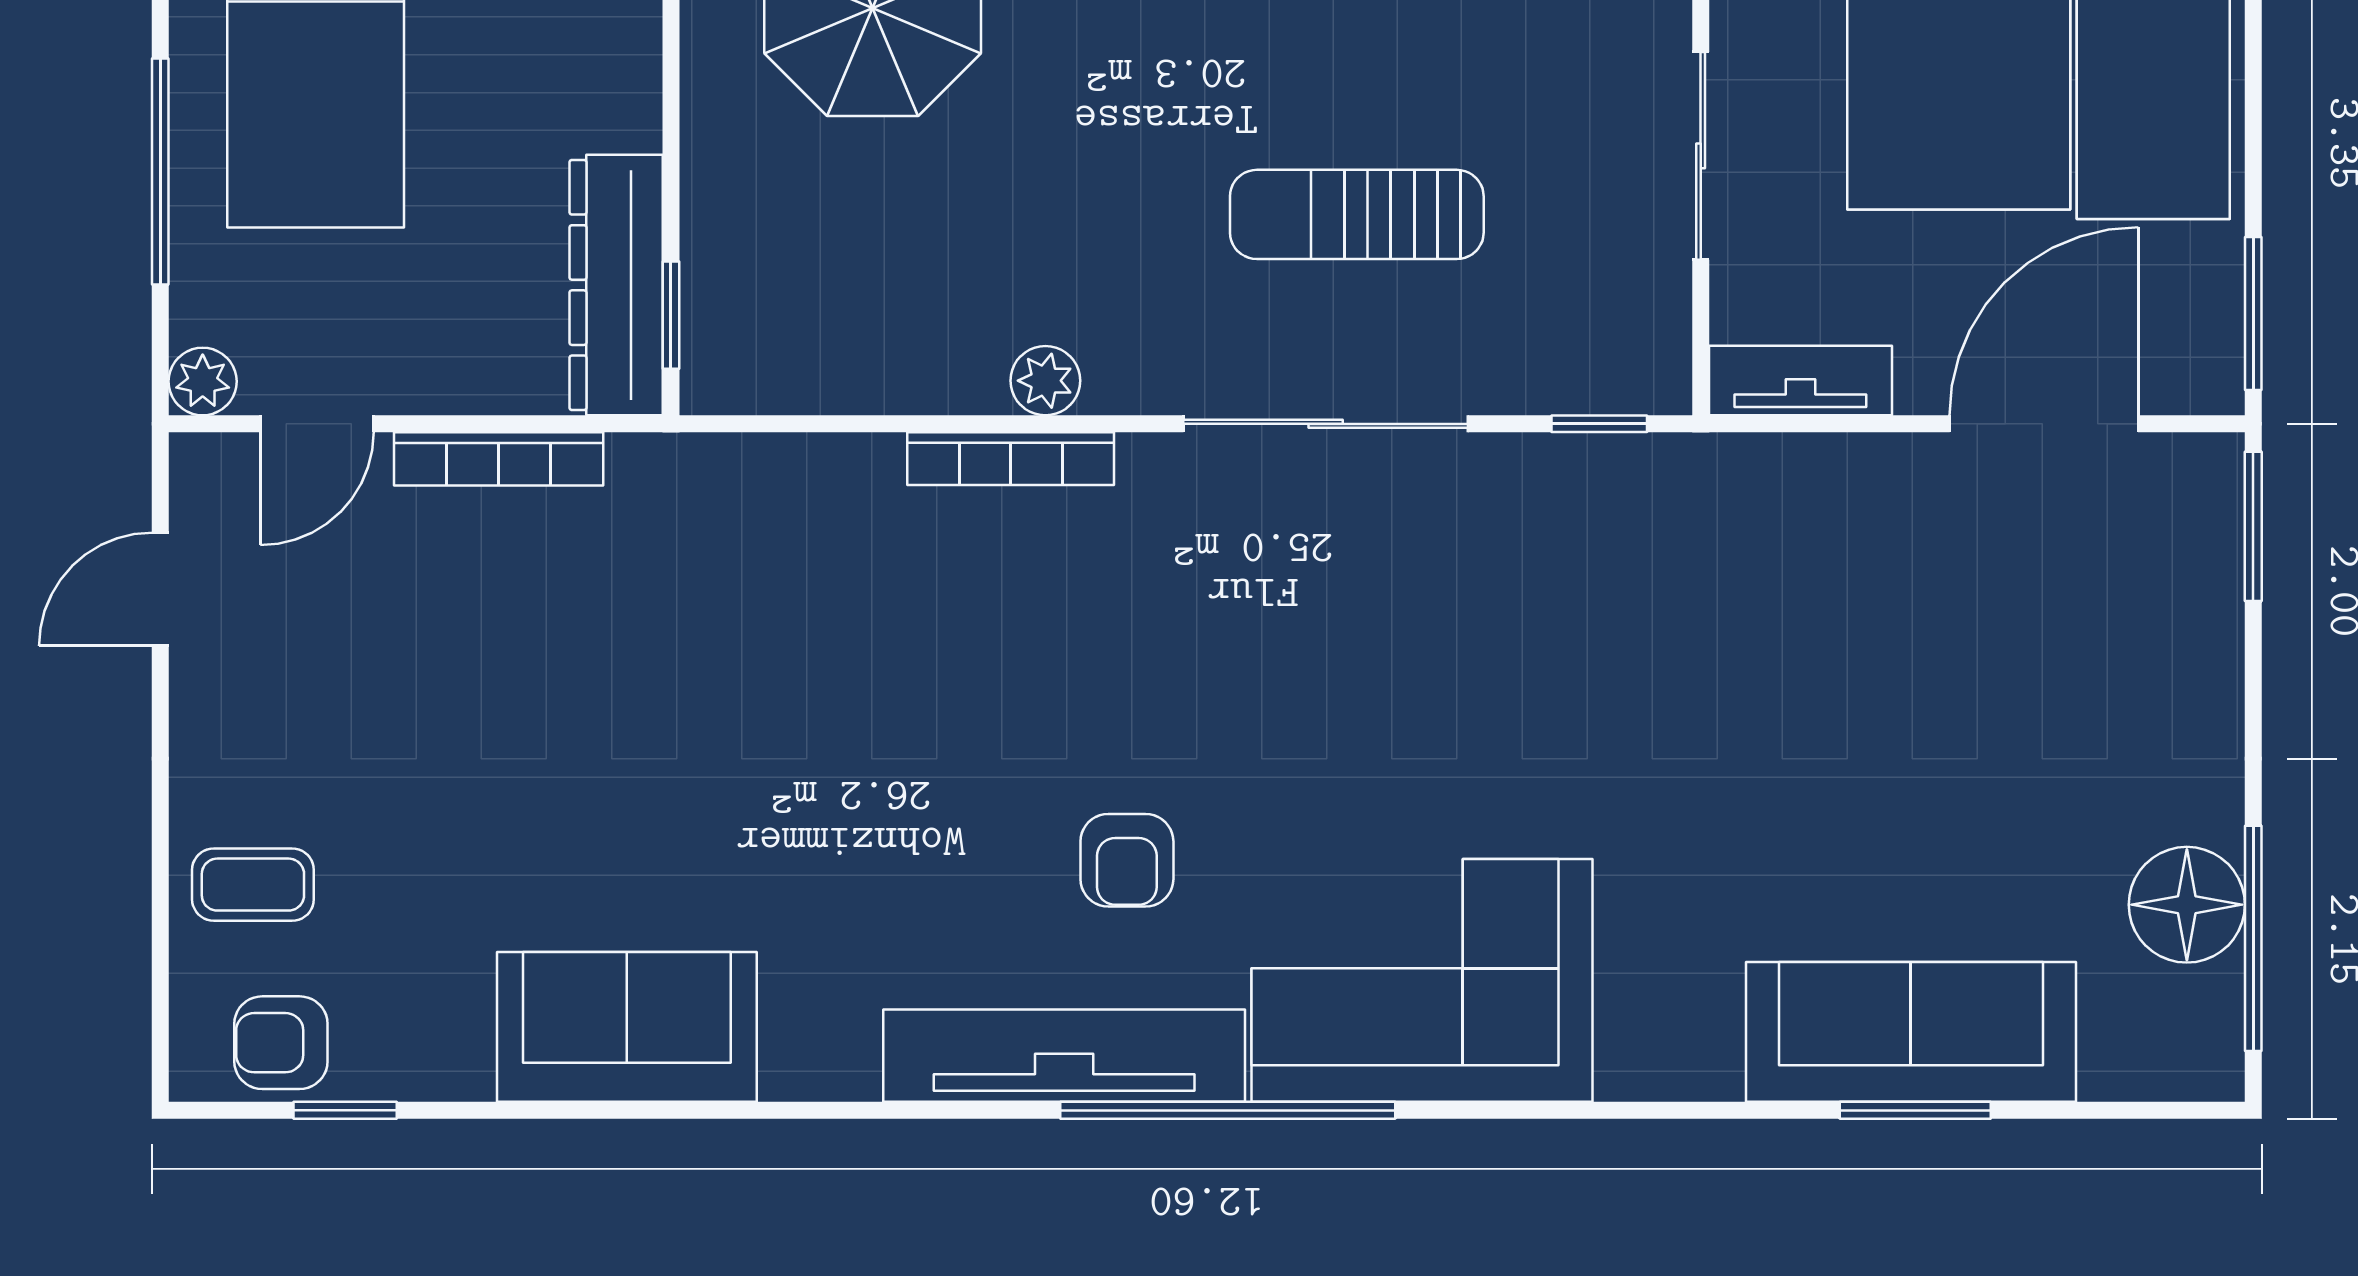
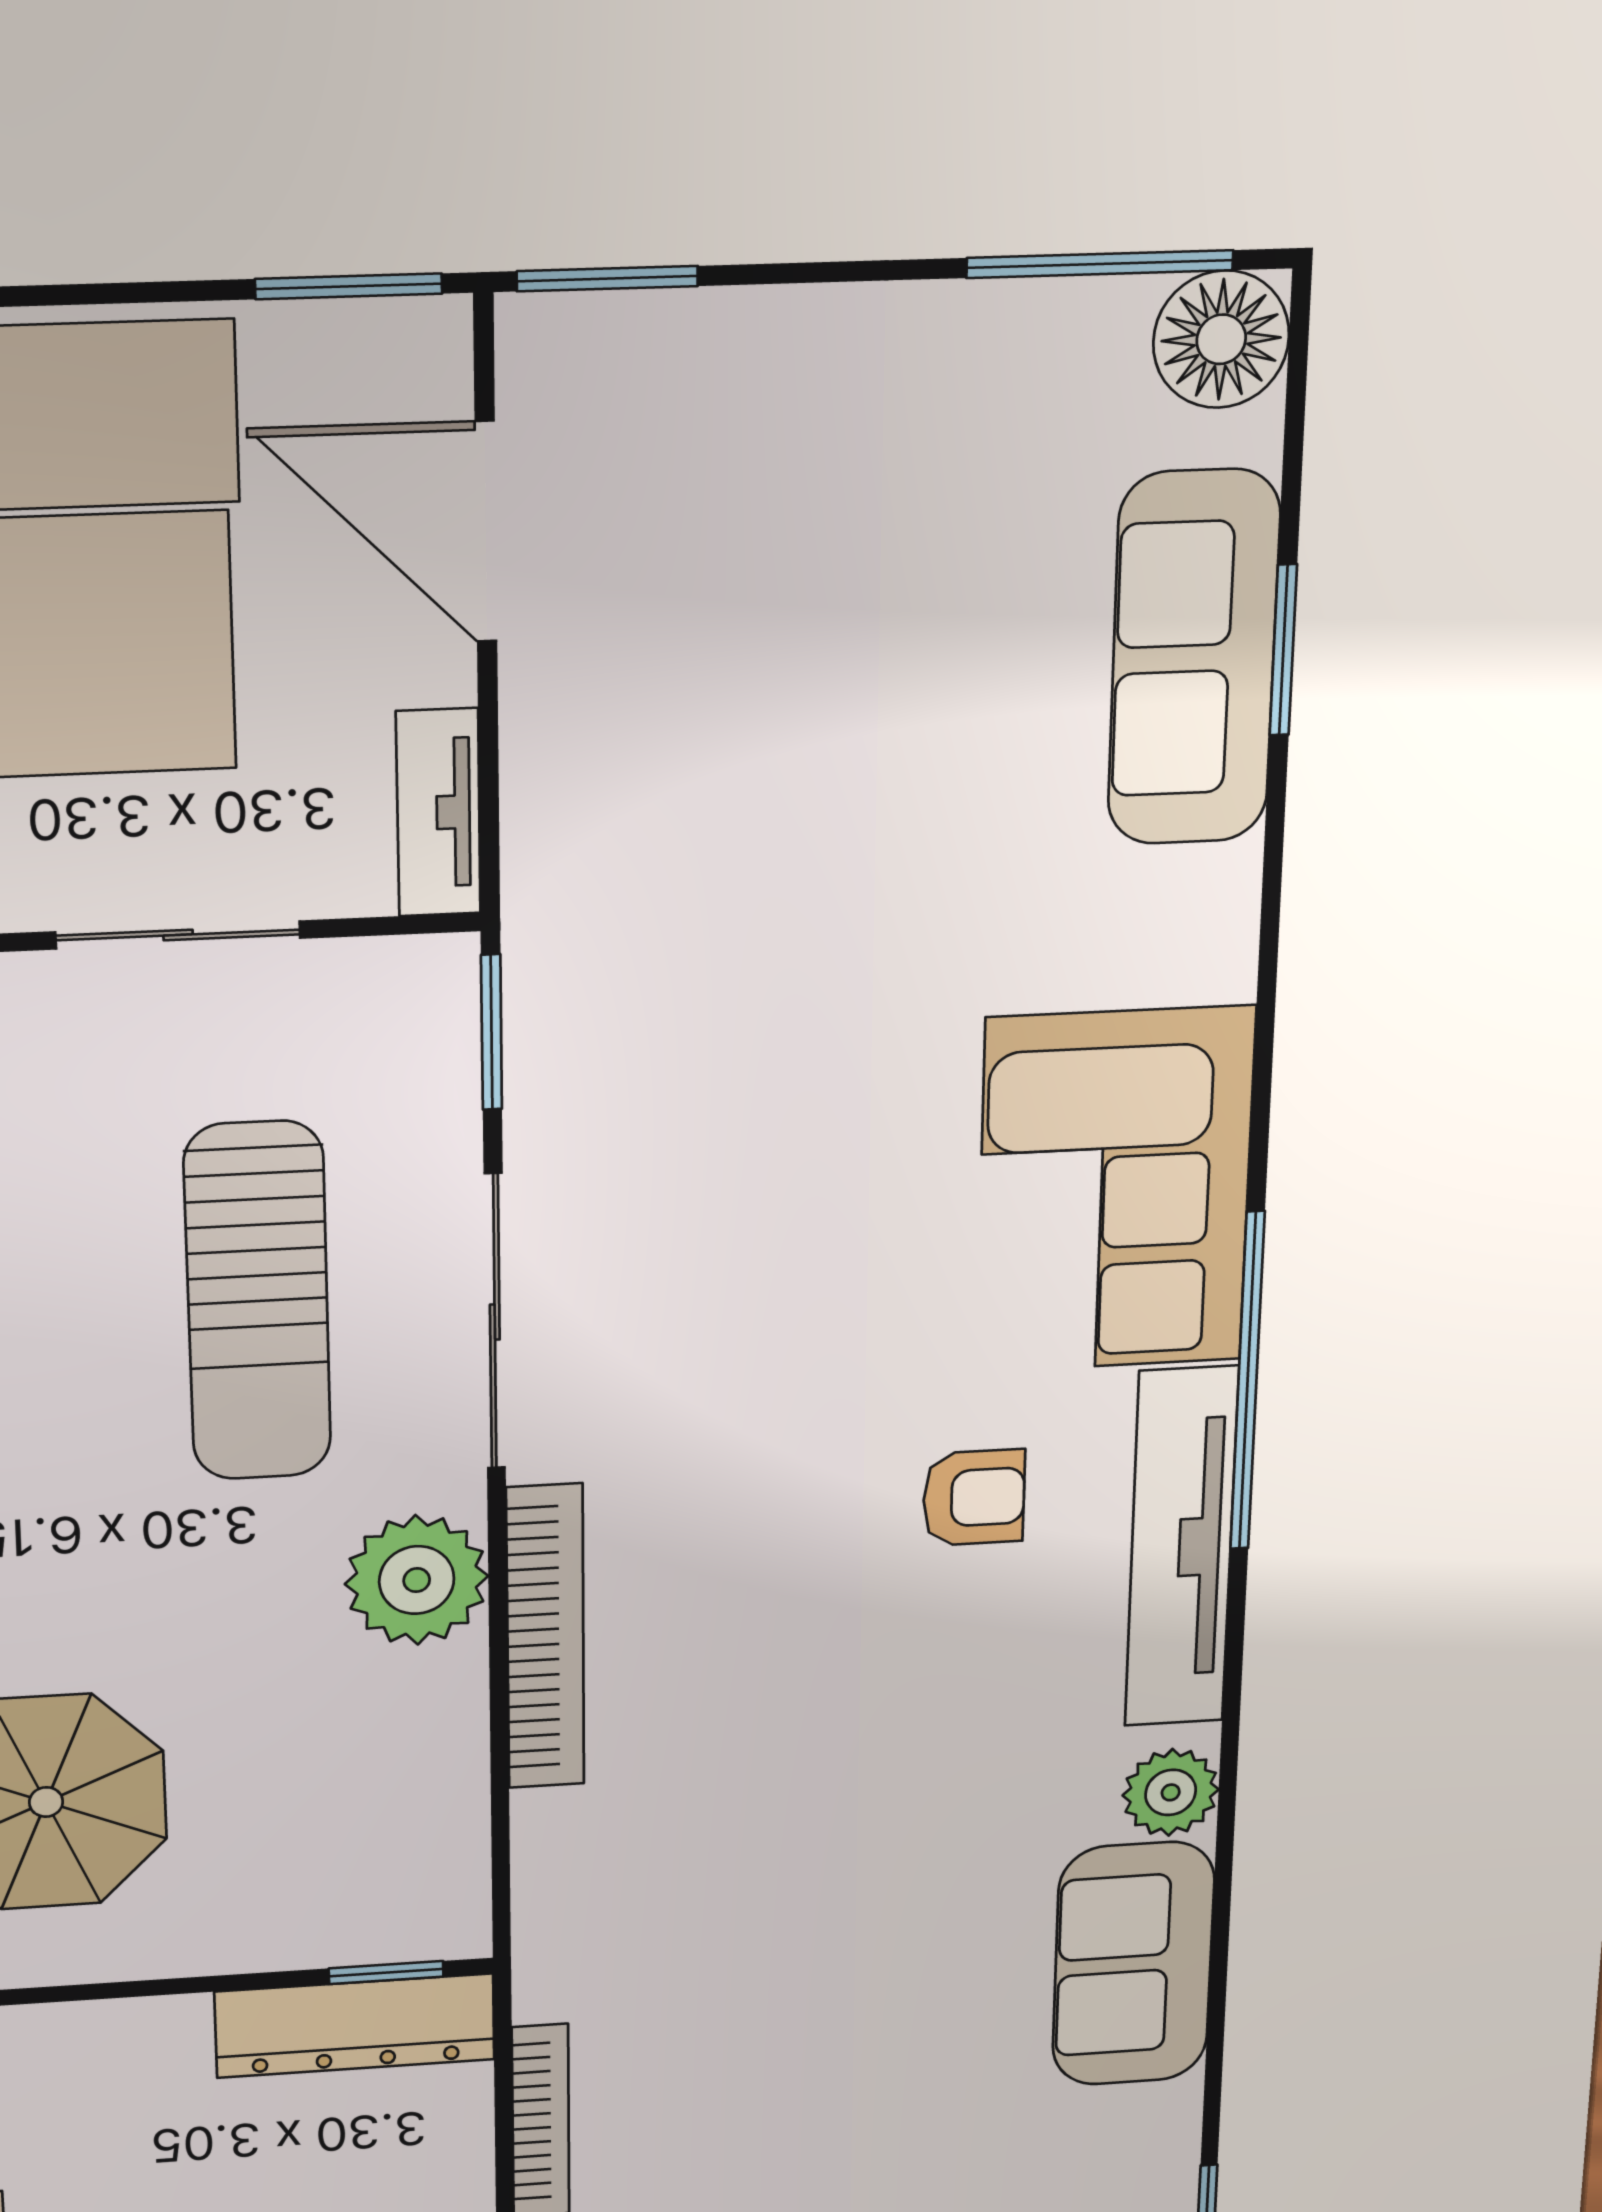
sun lounger: (1357, 214) -> (258, 1302), width x1.36, depth x1.34
plant: (1045, 381) -> (417, 1580), width x1.87, depth x1.87
window: (1599, 424) -> (492, 1032), width x1.50
bookcase: (1011, 459) -> (545, 1637), width x1.48, depth x1.31
floor lamp: (2187, 905) -> (1221, 339), moved
plant: (809, 1056) -> (1171, 1792), added

